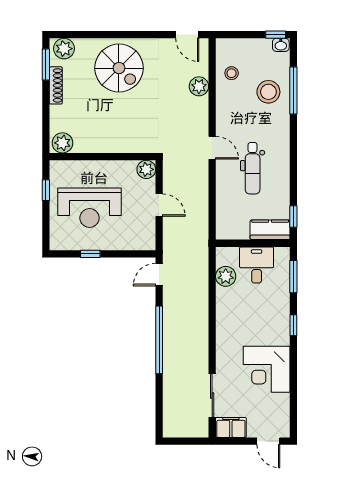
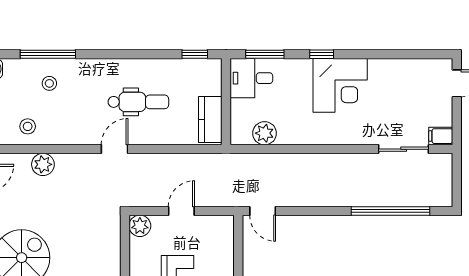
stool: (268, 92) -> (49, 83), width x0.53, depth x0.53
kitchen counter: (270, 230) -> (210, 120), moved
desk: (257, 265) -> (251, 78), moved
window: (159, 340) -> (390, 211), moved
corner desk: (267, 369) -> (340, 85), moved
filing cabinet: (231, 427) -> (441, 136), width x0.50

